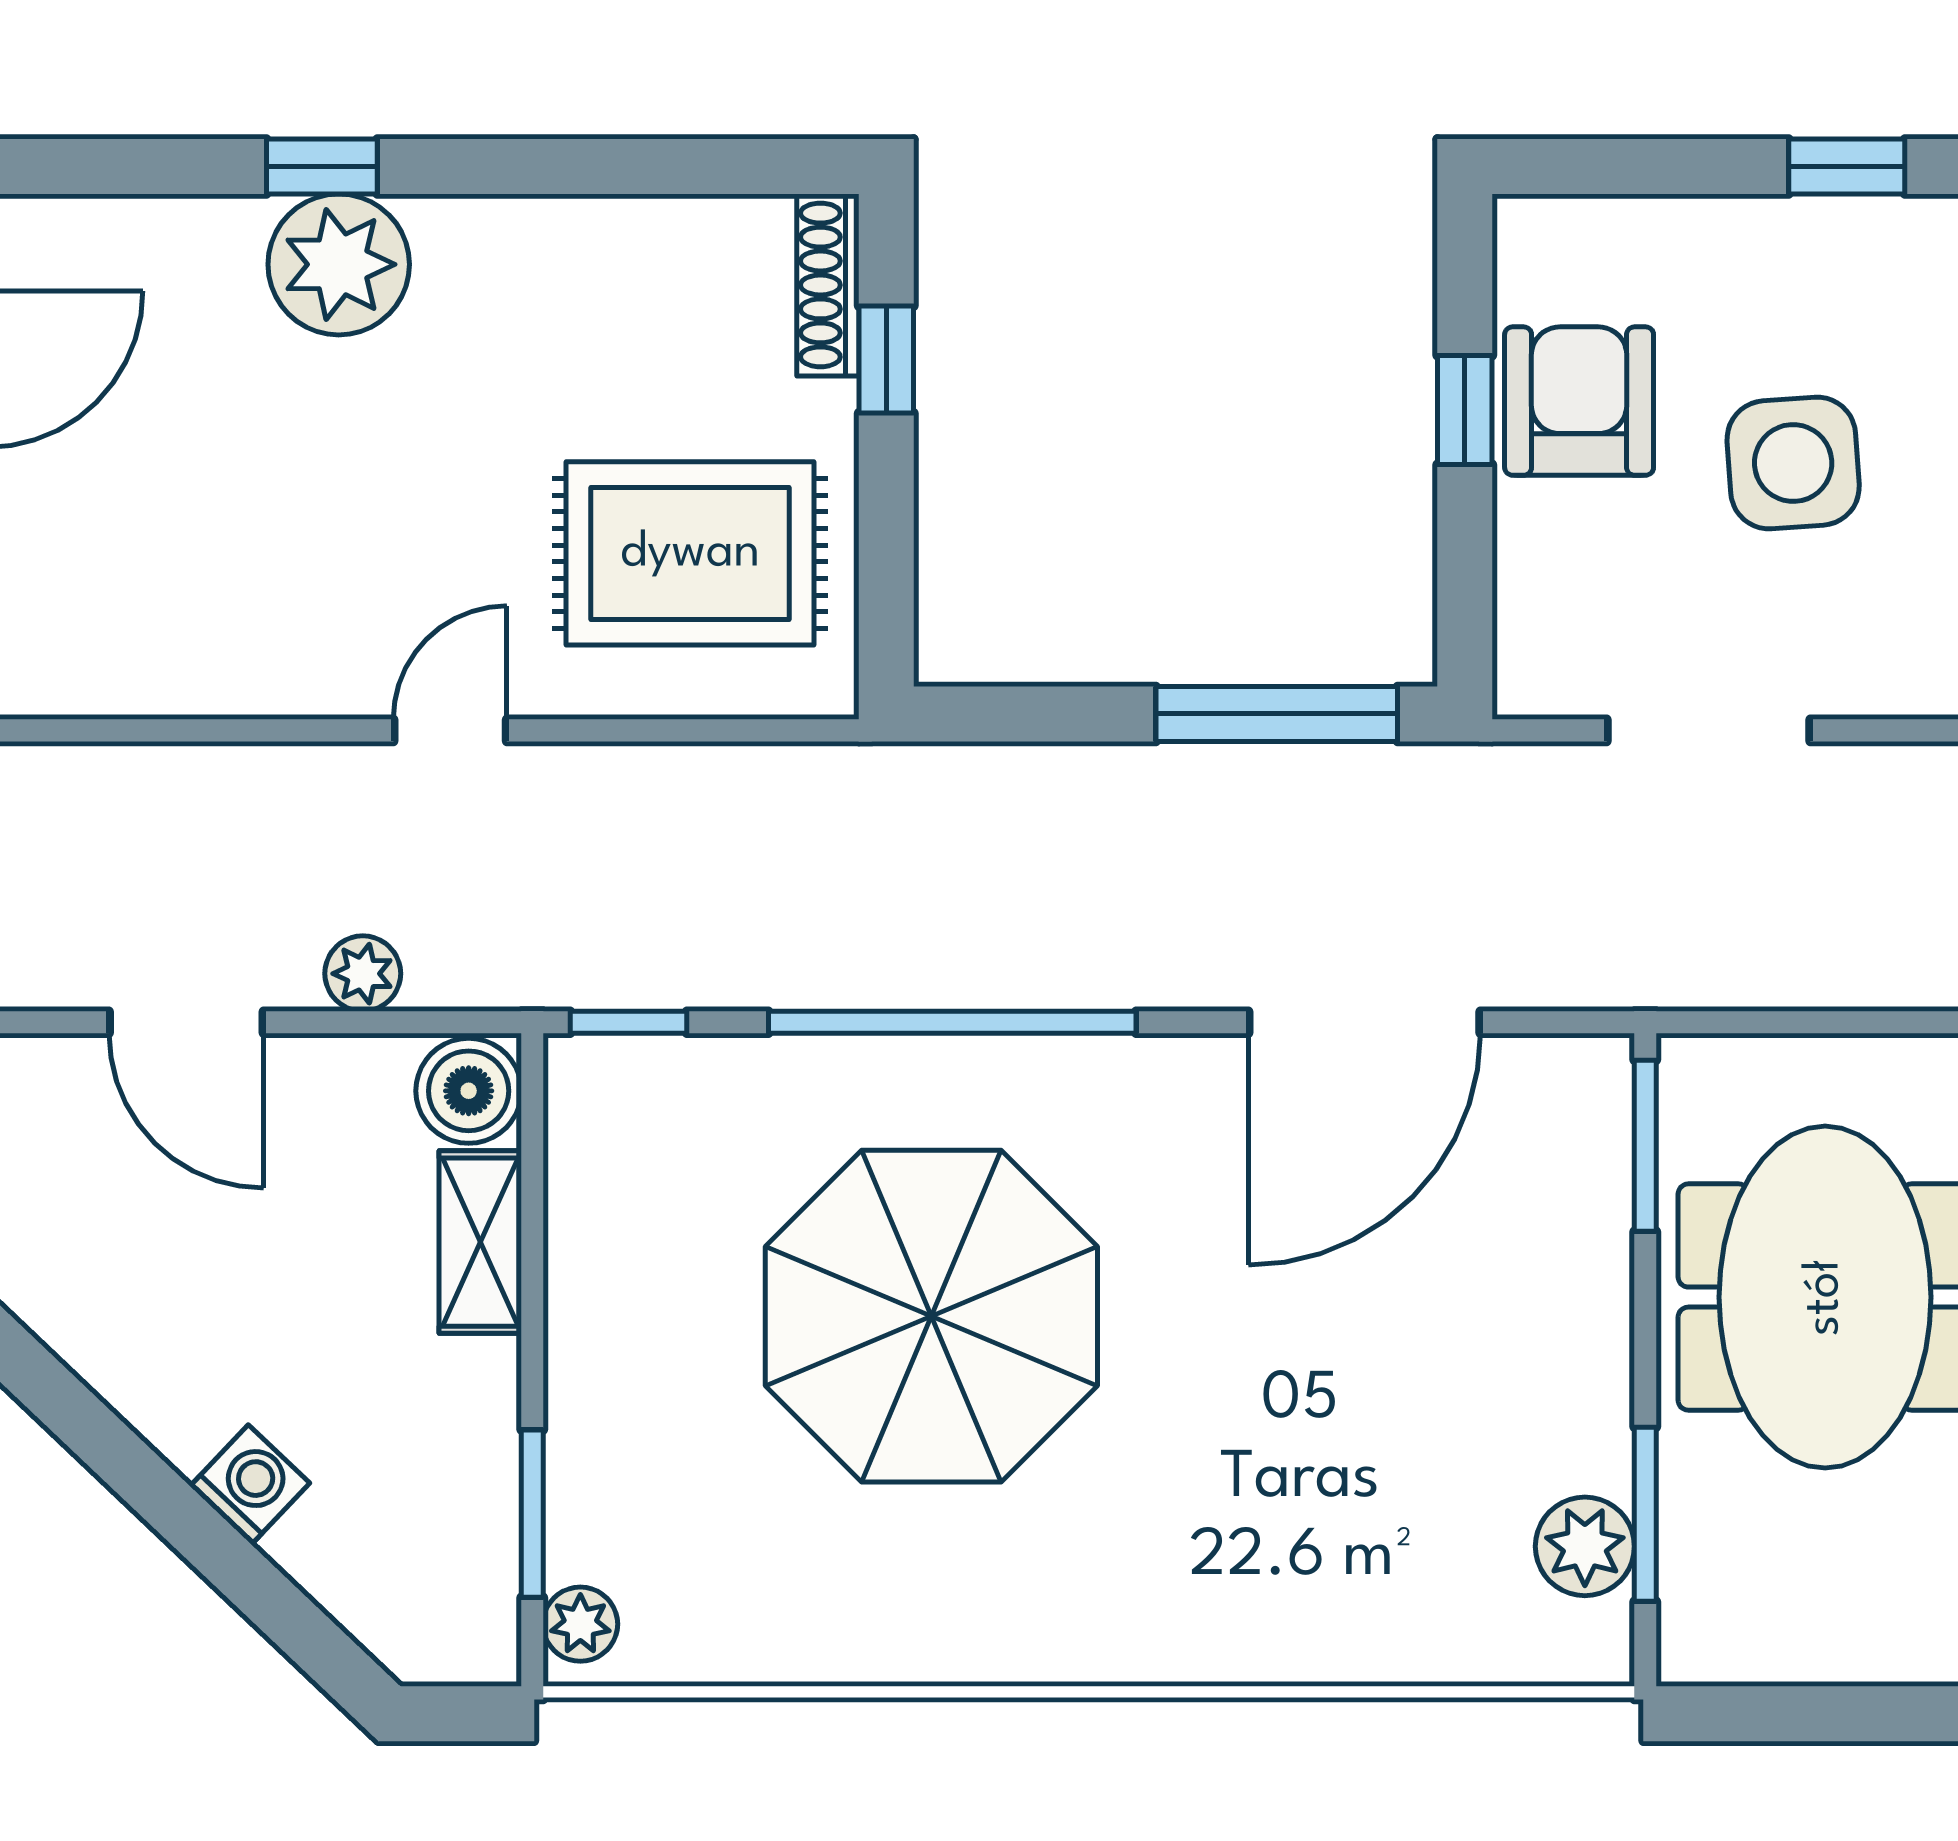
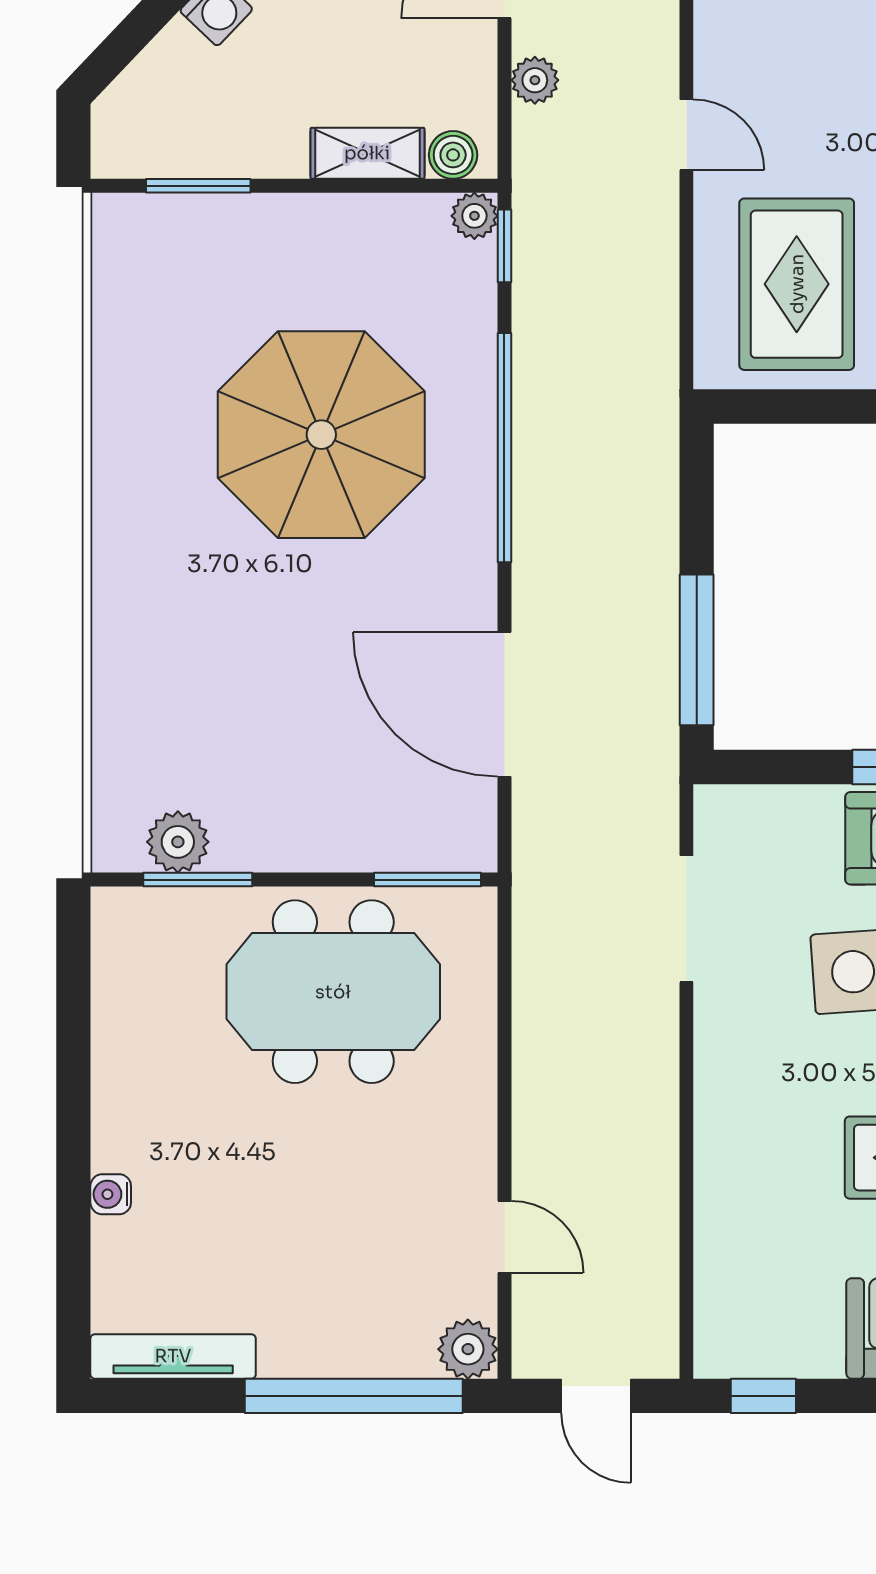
boiler: (469, 1091) -> (453, 155), width x0.73, depth x0.73
plant: (580, 1624) -> (474, 216), moved

